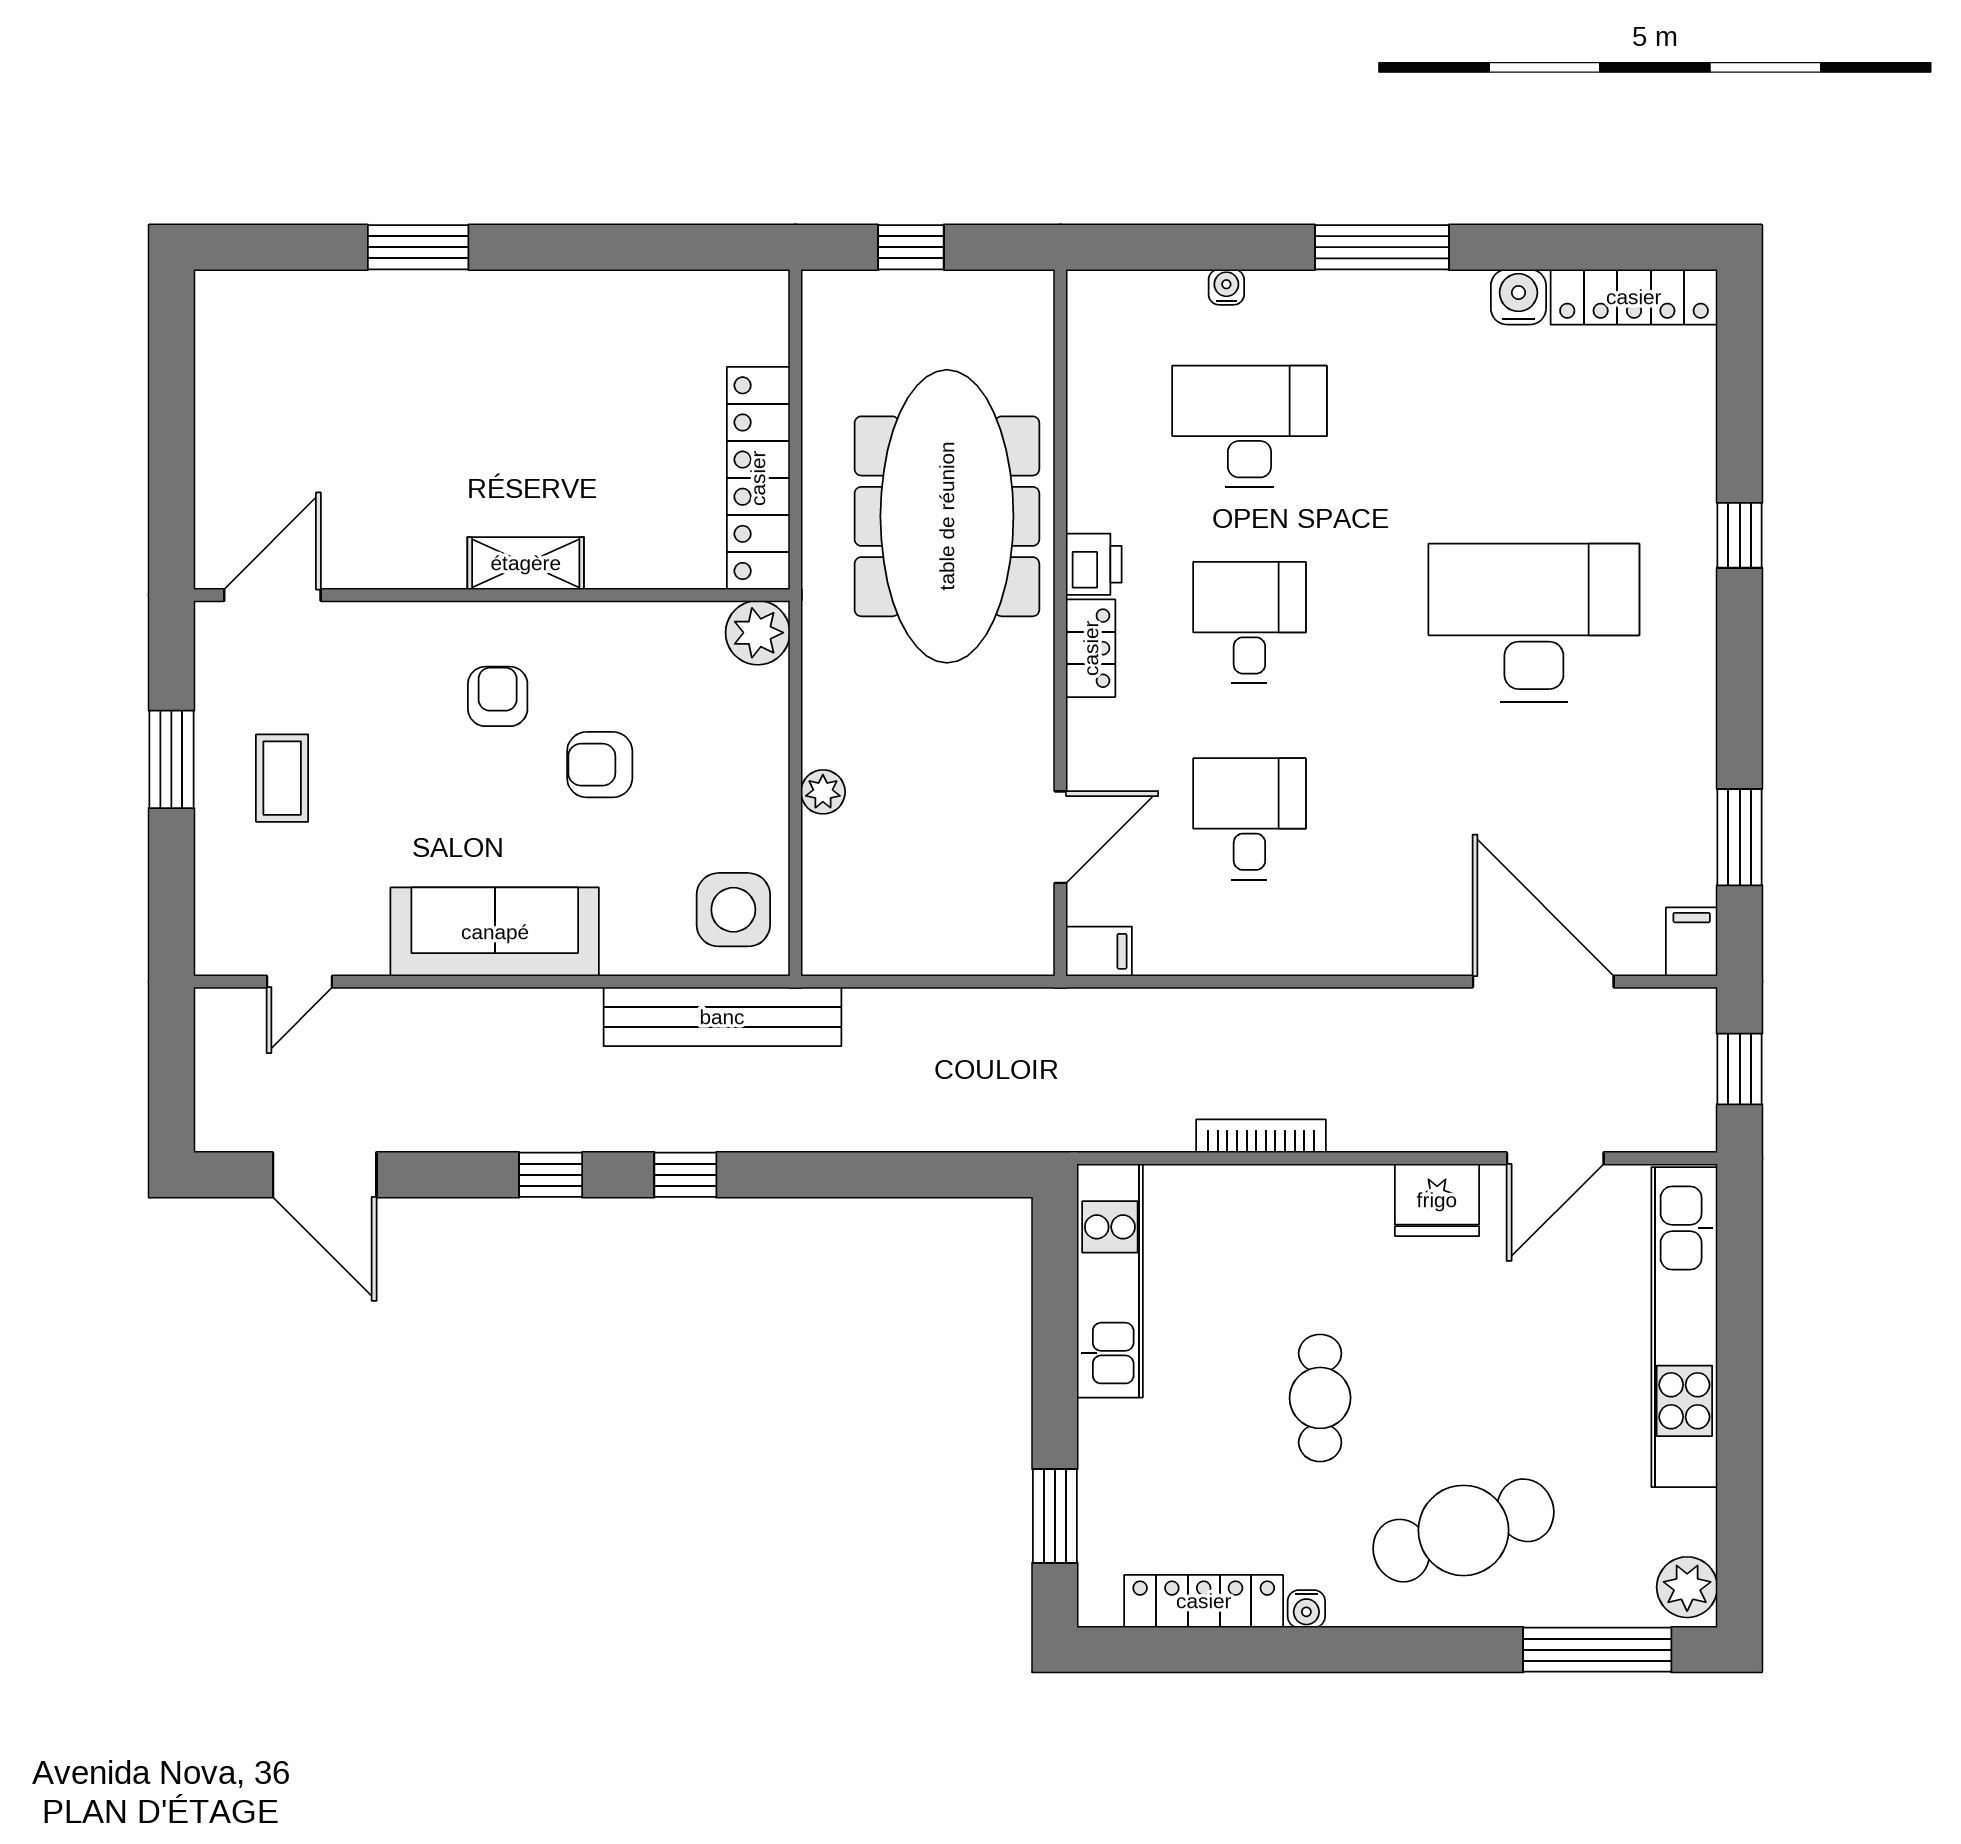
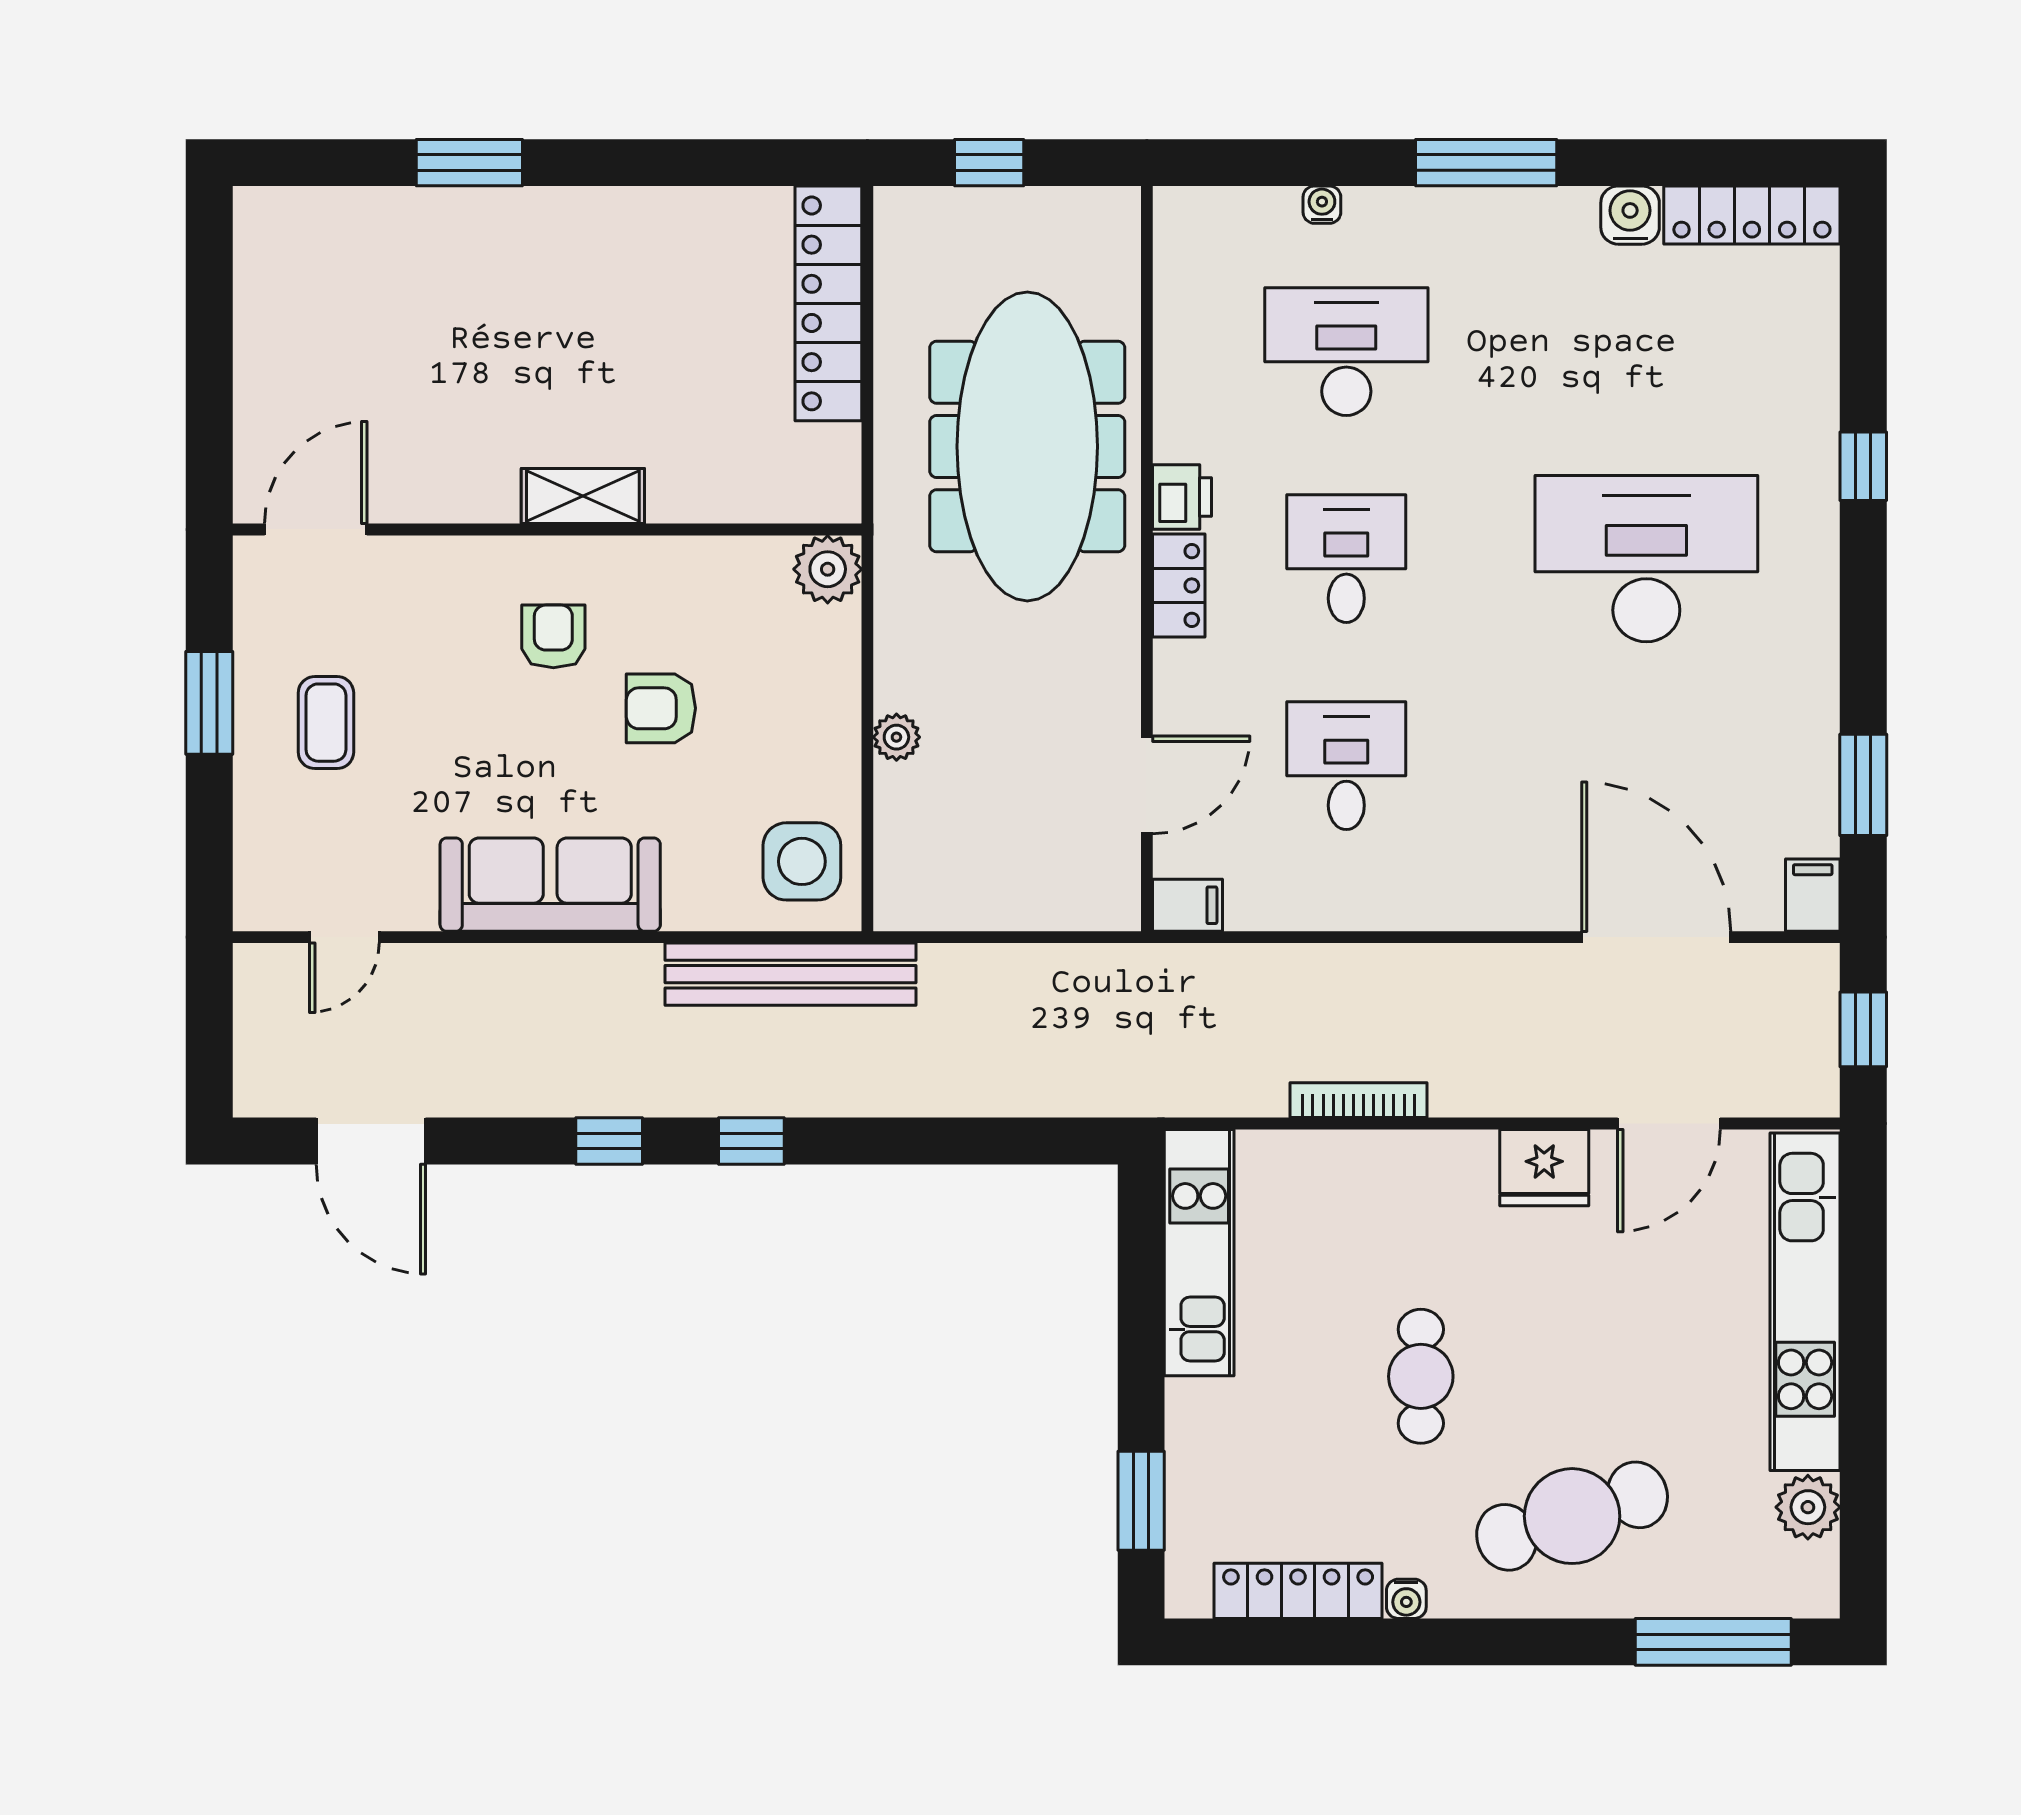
locker: (758, 478) -> (828, 303), moved
plant: (1687, 1587) -> (1808, 1507), moved

